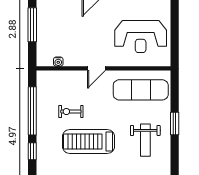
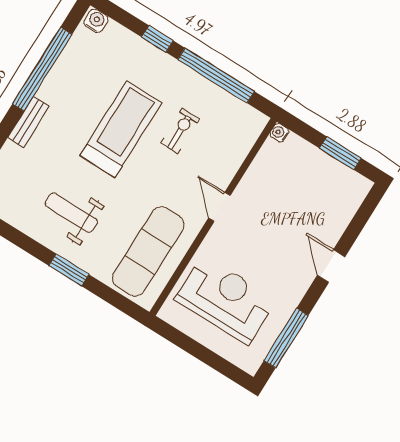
window: (32, 25) -> (340, 153), width x0.69
reception desk: (141, 37) -> (225, 299), turned 90
water cooler: (58, 62) -> (279, 133), moved

